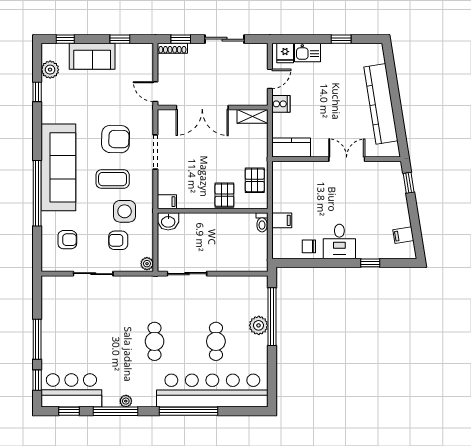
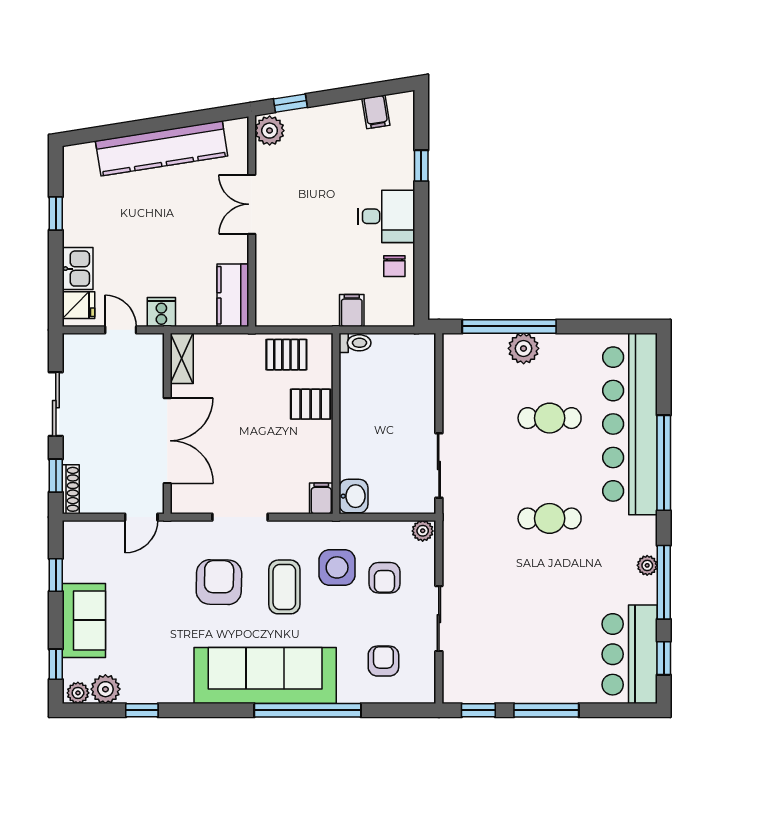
plant: (48, 53) -> (78, 693), added
plant: (392, 170) -> (270, 131), added
window: (37, 380) -> (478, 710), moved

